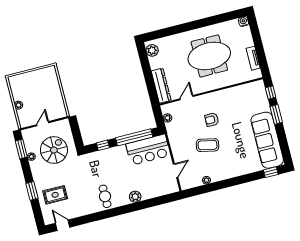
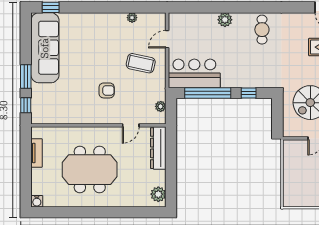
coffee table: (208, 145) -> (141, 63), moved

